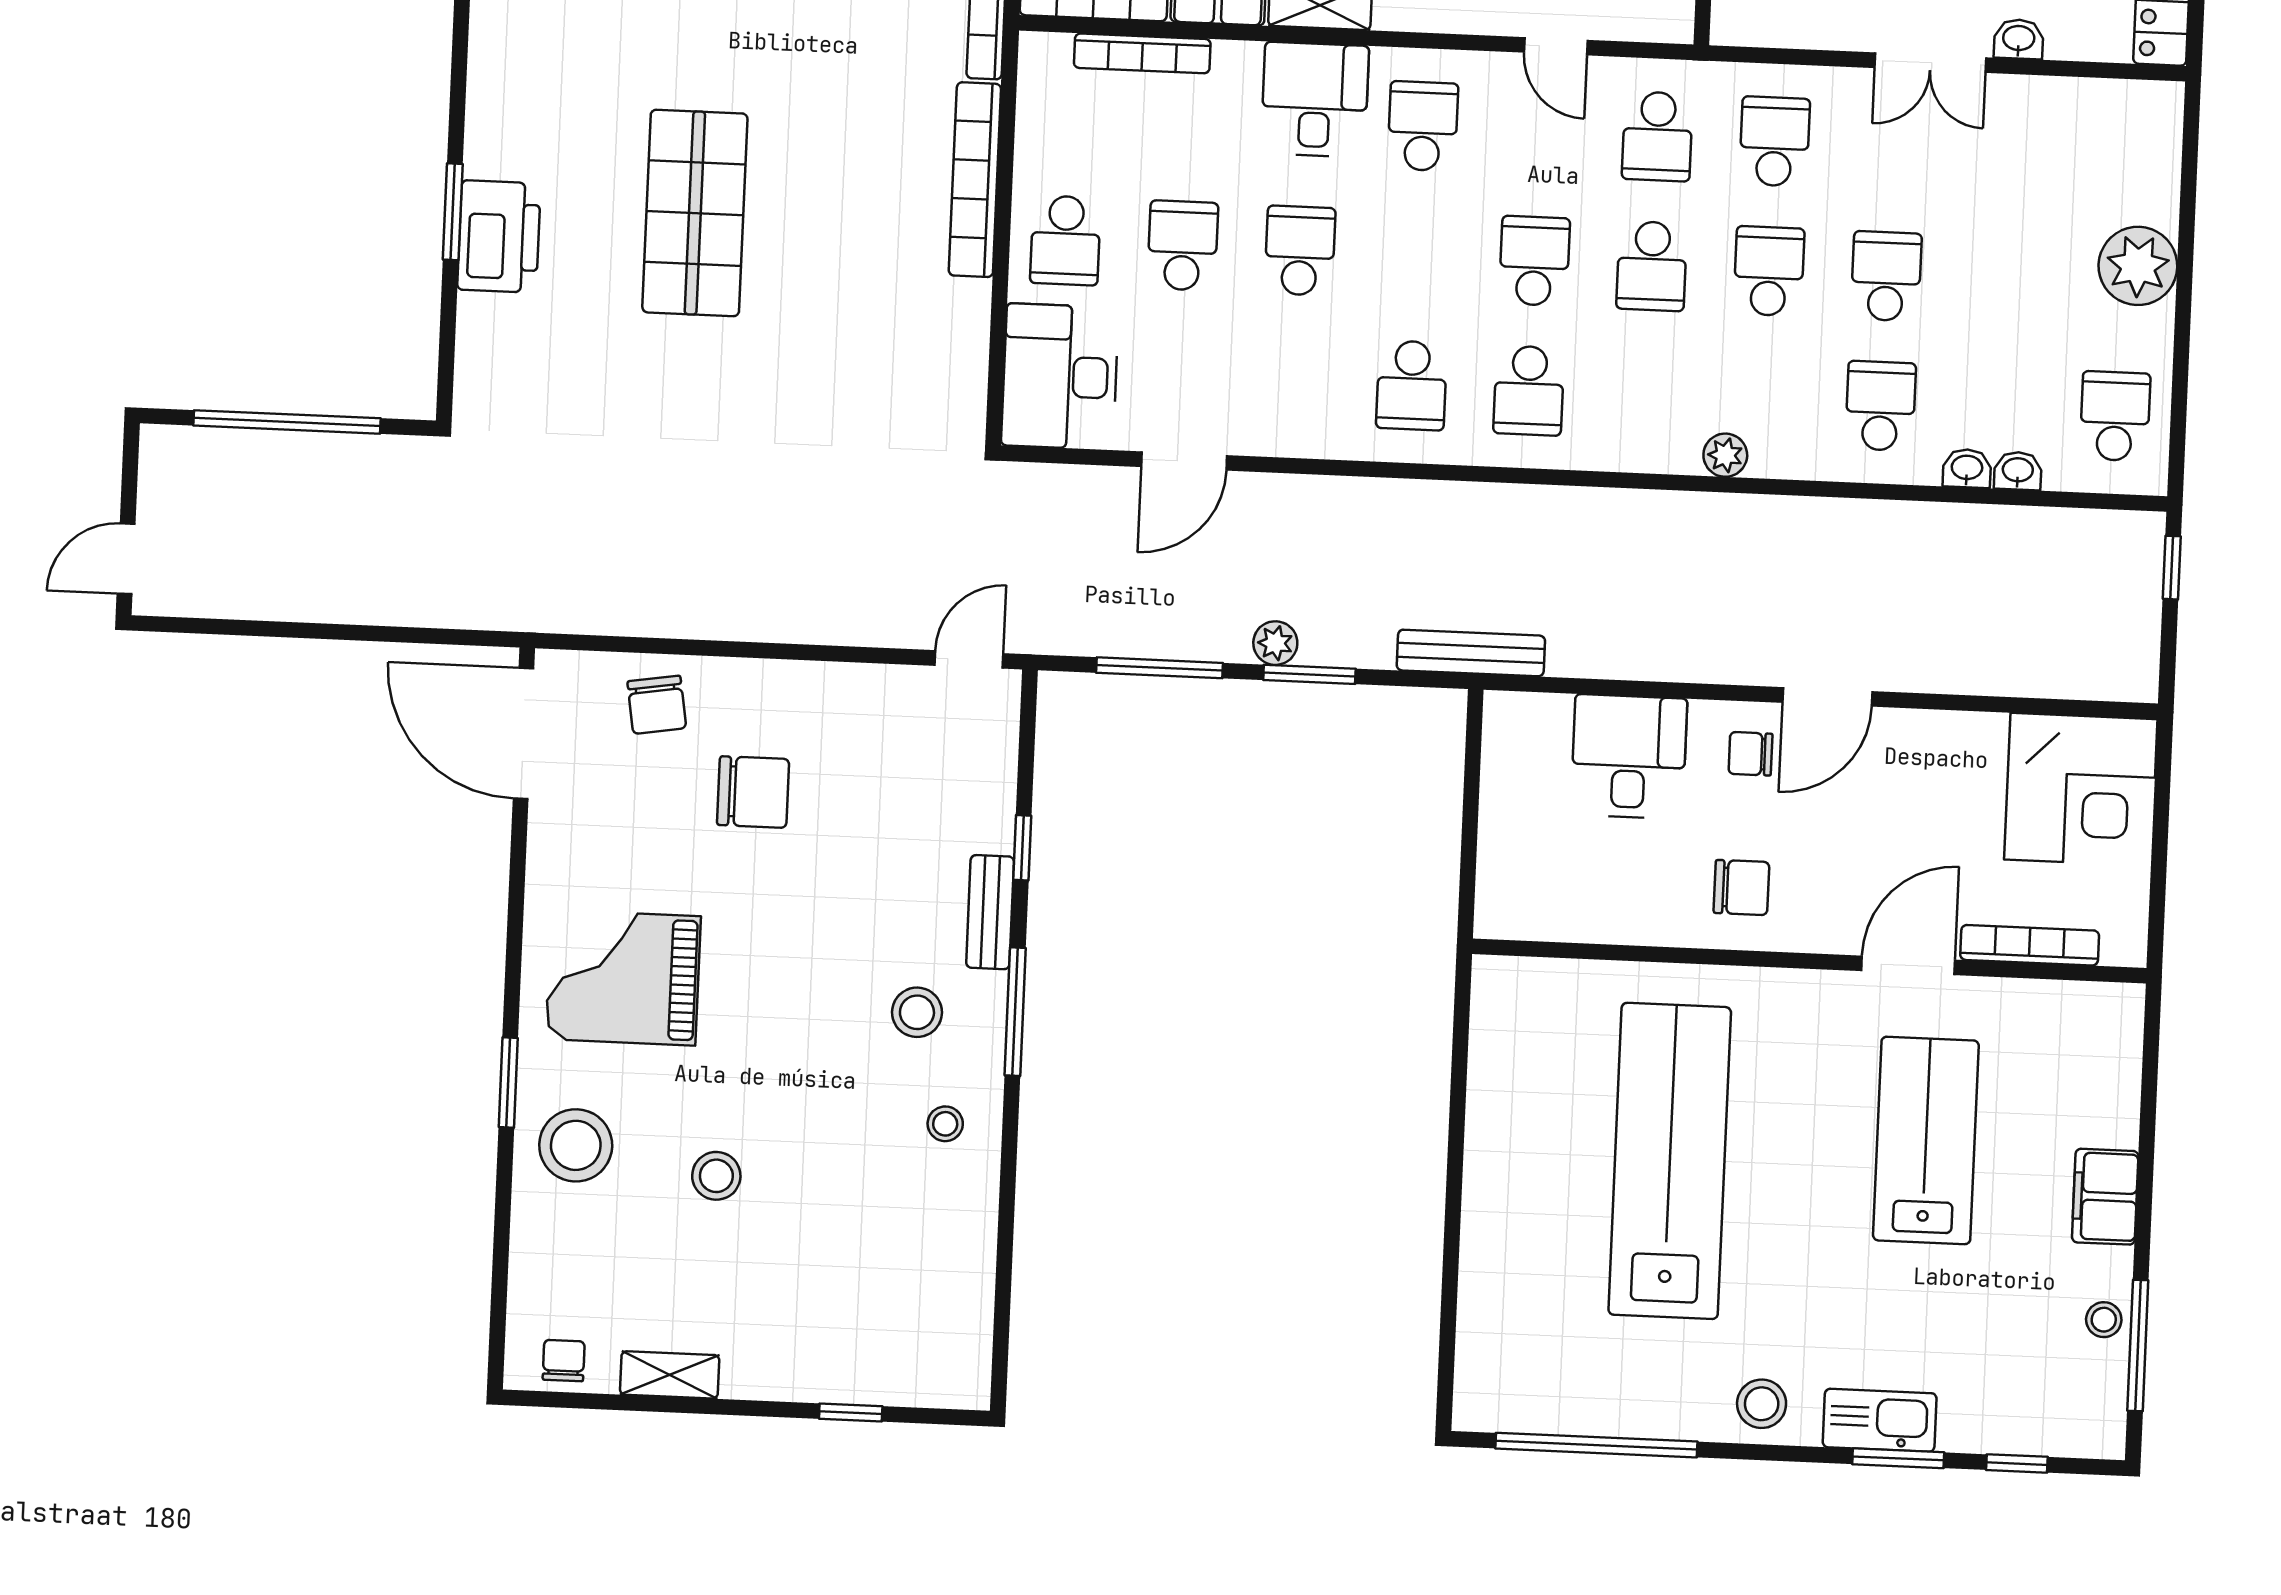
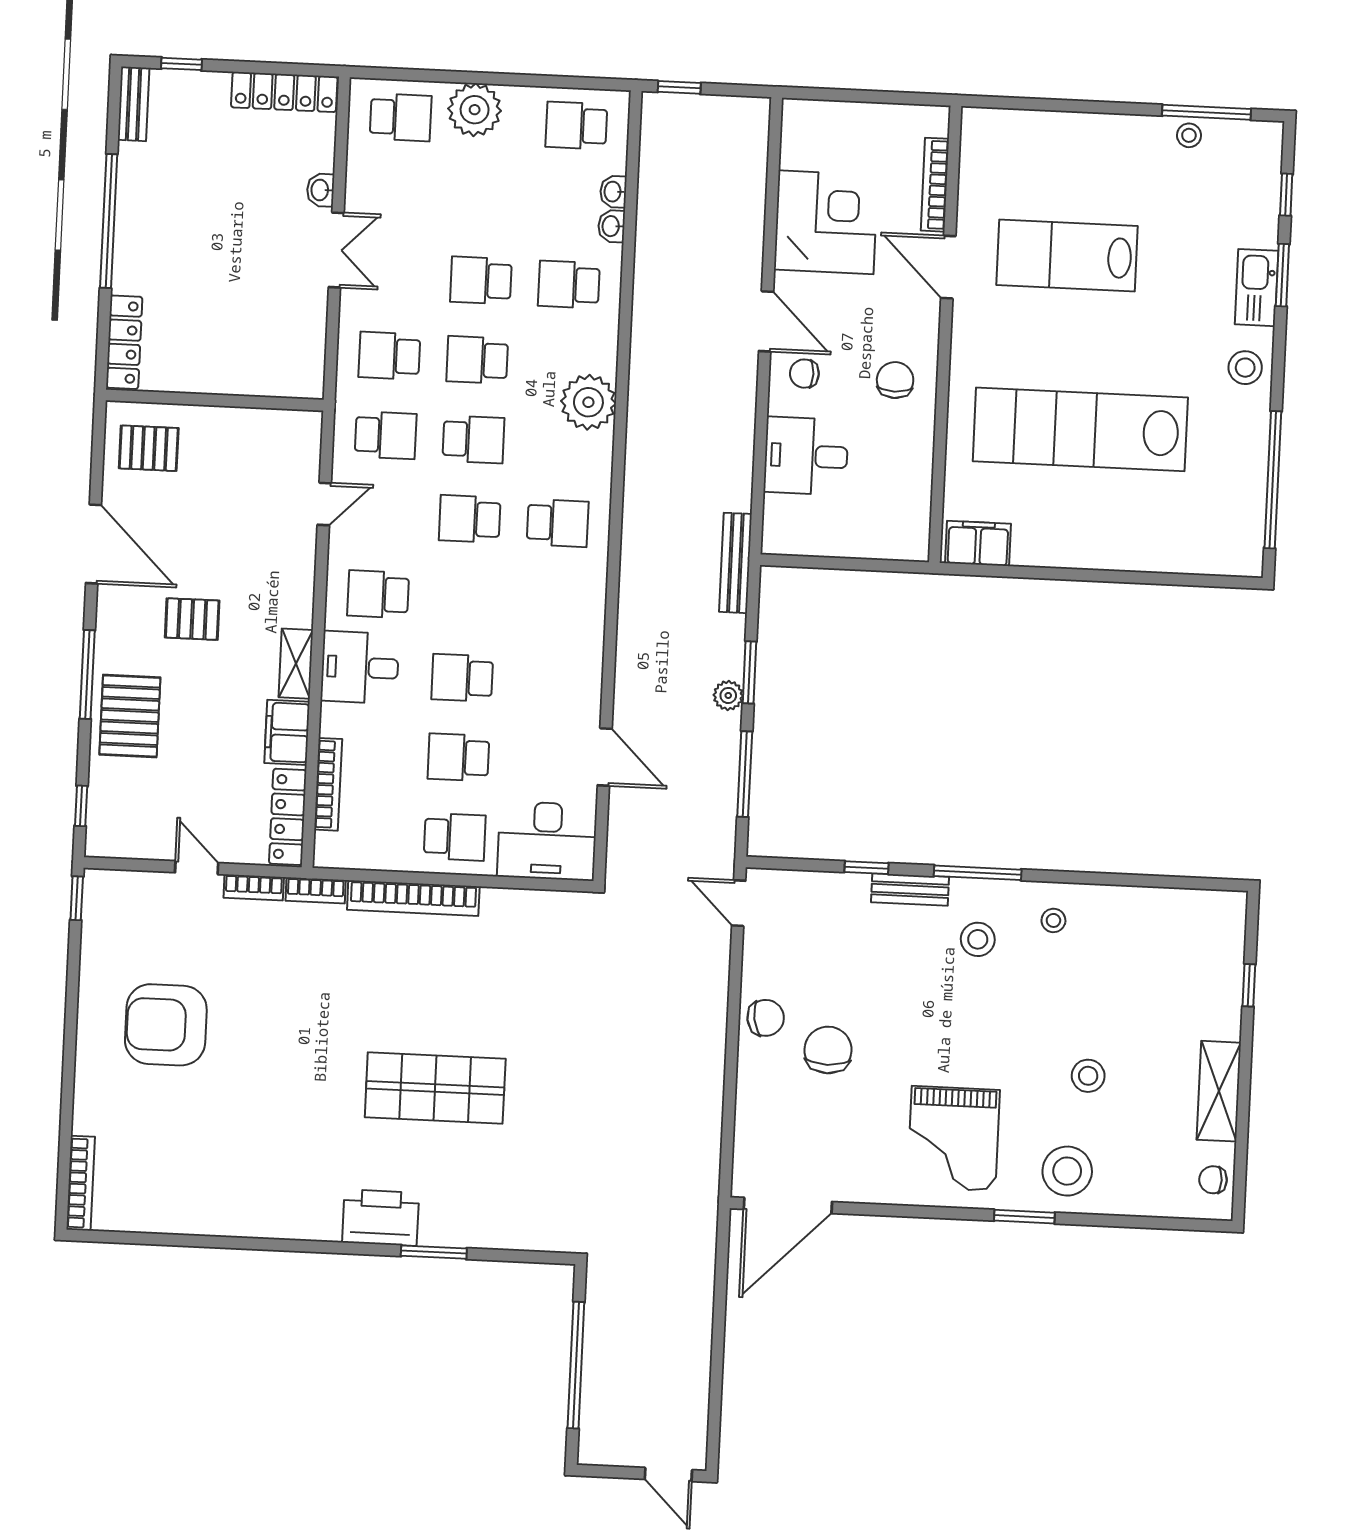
printer: (499, 237) -> (381, 1218), moved
school desk: (1412, 385) -> (401, 117), moved
plant: (1725, 455) -> (588, 402), width x1.88, depth x1.88
chair: (657, 705) -> (766, 1018), moved
chair: (1751, 754) -> (804, 374), turned 90
corner desk: (2081, 789) -> (826, 222), moved
filing cabinet: (2105, 1197) -> (978, 543), moved, turned 180
shelving: (670, 1375) -> (1219, 1091), width x1.50, depth x1.33

